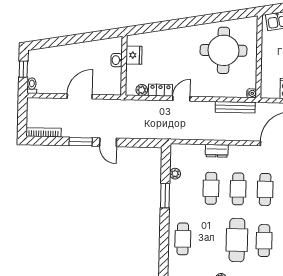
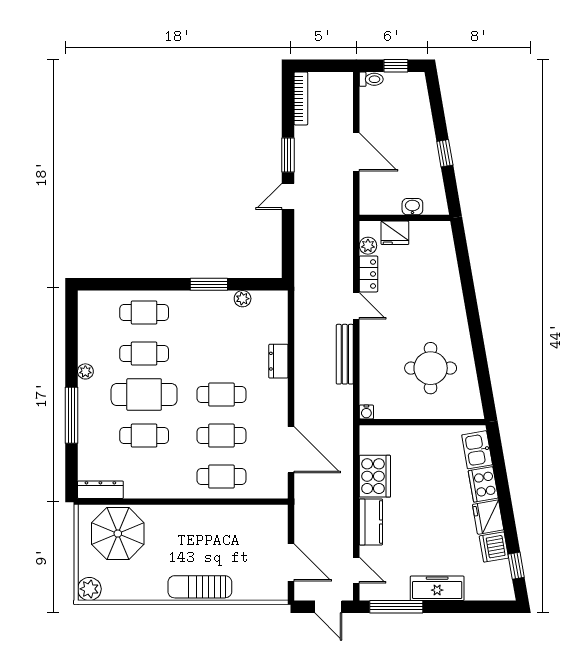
window: (82, 38) -> (445, 153), added
round table: (223, 50) -> (431, 368), width x0.73, depth x0.73
fridge: (134, 55) -> (395, 233), moved
bench: (235, 107) -> (345, 354), moved
cafe table: (211, 188) -> (144, 354), moved

